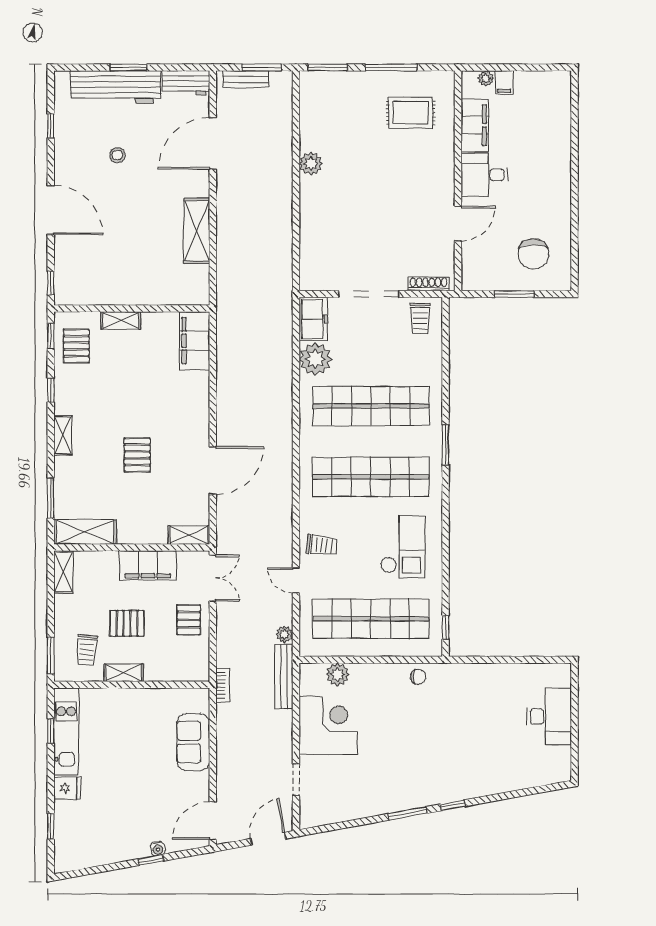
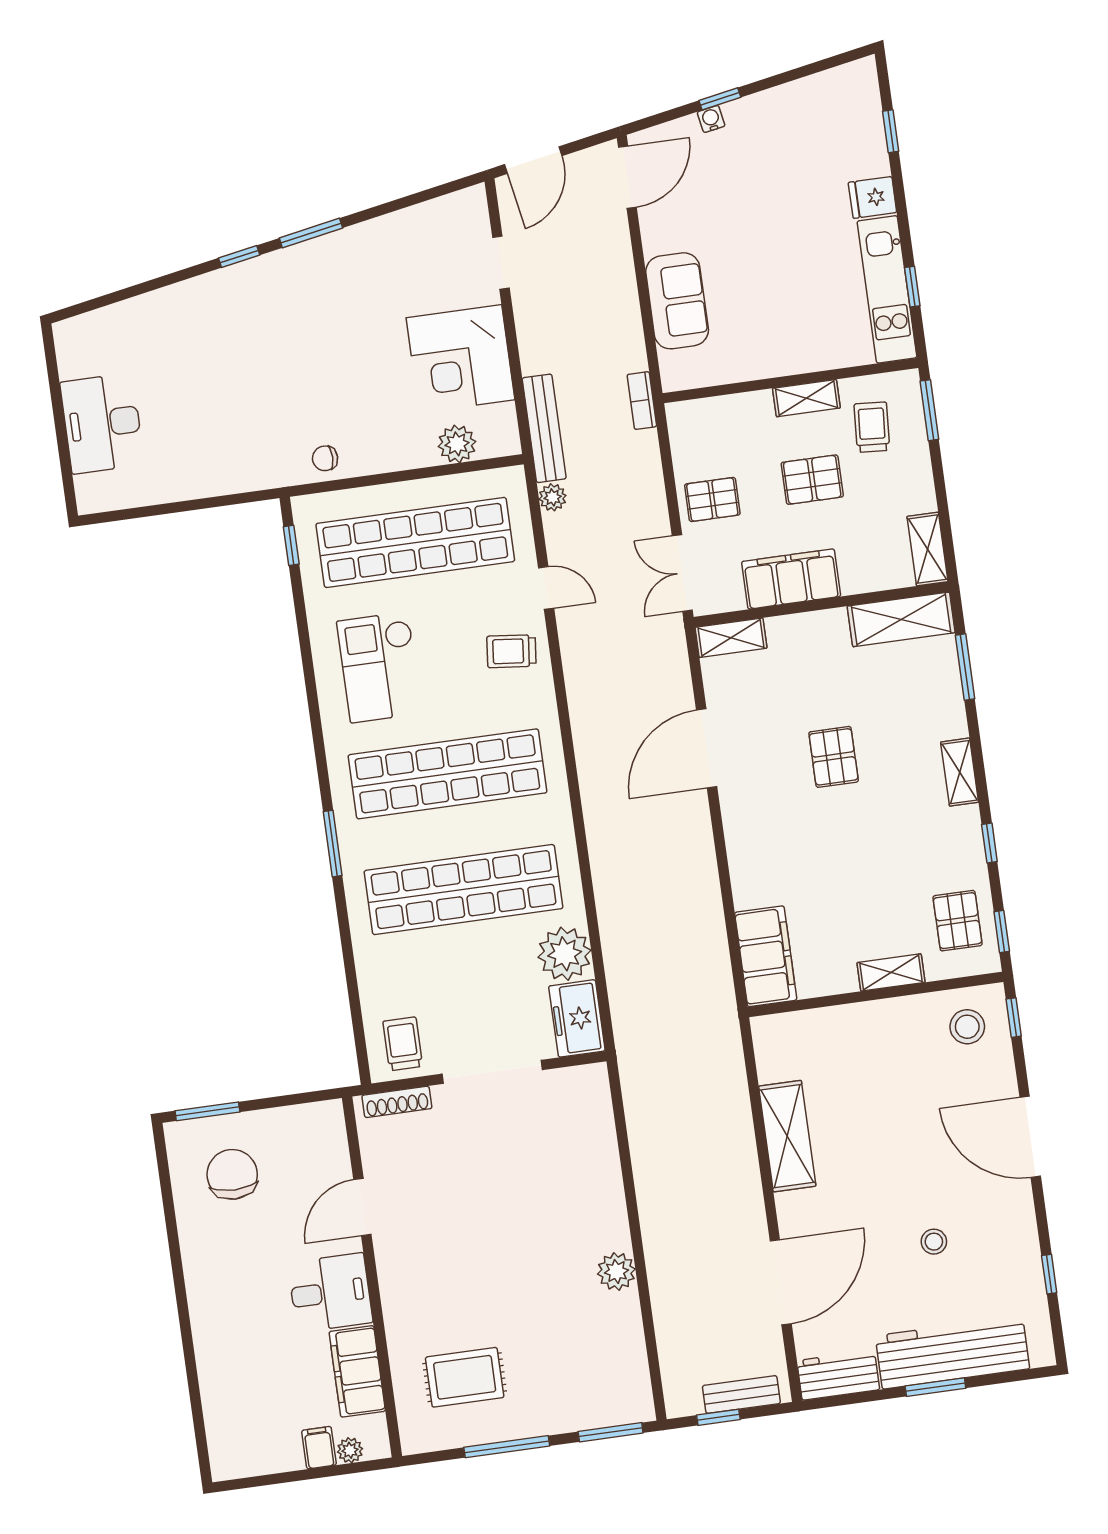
window: (262, 67) -> (718, 1417), width x0.67
stool: (79, 282) -> (967, 1027), added
window: (514, 294) -> (207, 1111), moved
pallet: (189, 620) -> (712, 499), turned 90

